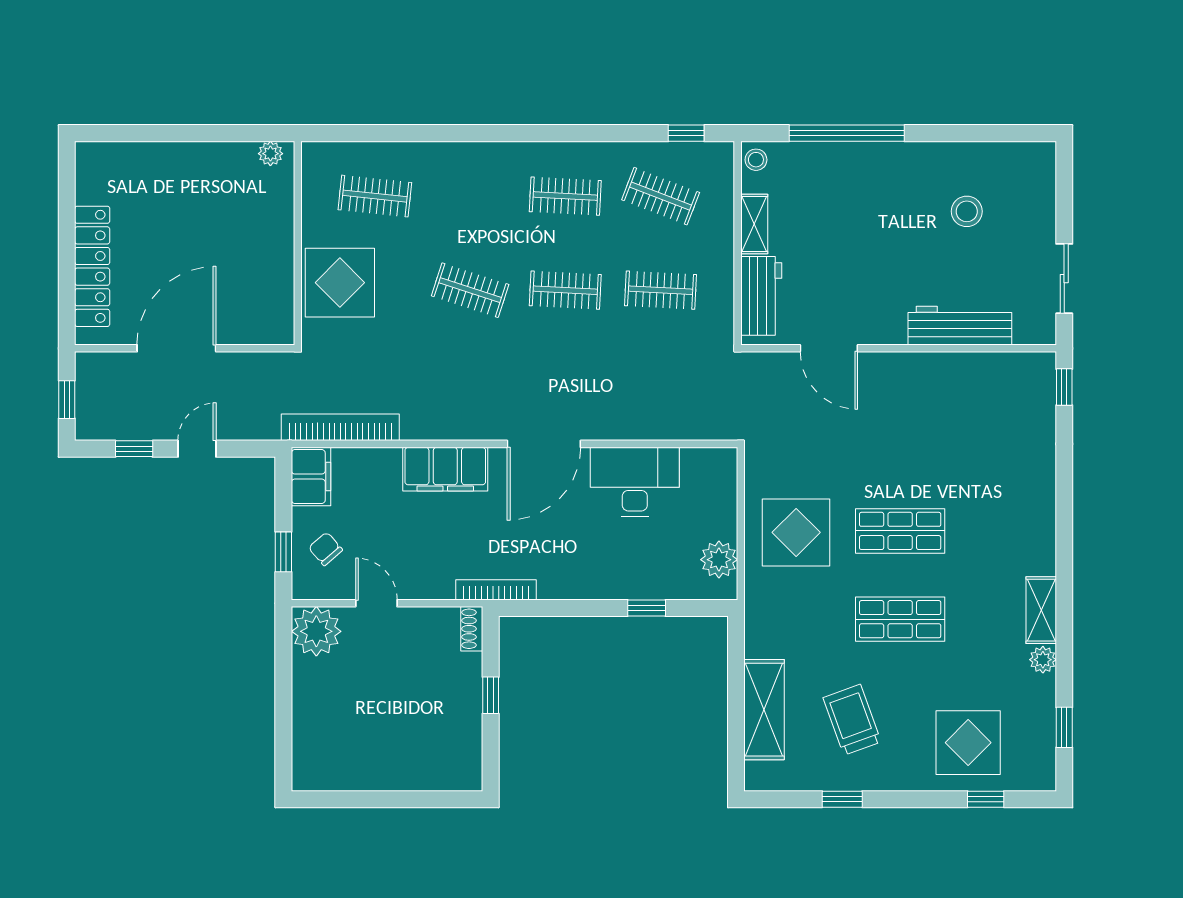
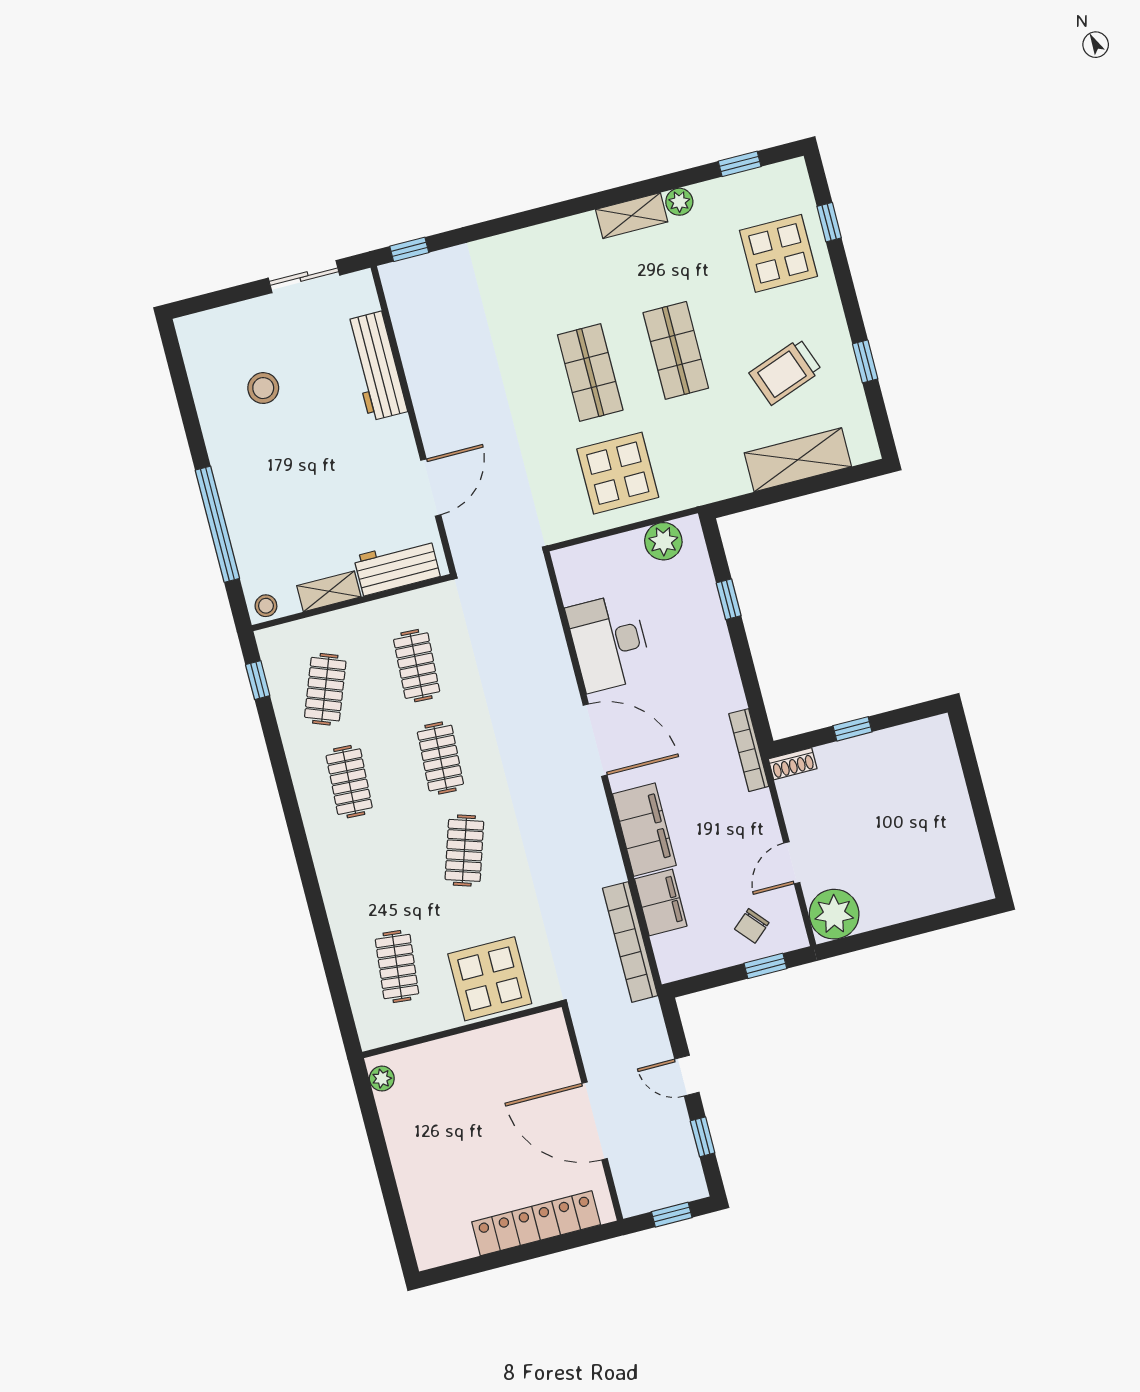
filing cabinet: (311, 477) -> (661, 903), moved, turned 90

